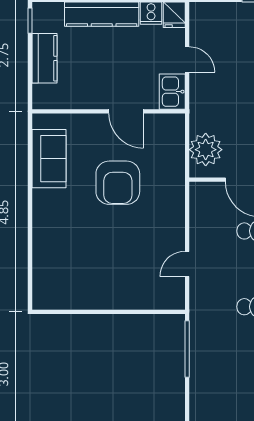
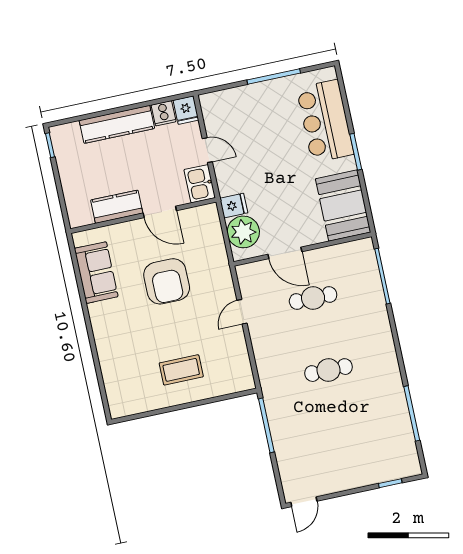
kitchen counter: (45, 58) -> (117, 207), moved, turned -90
fridge: (202, 121) -> (234, 205), added
door: (187, 264) -> (242, 312), moved
coffee table: (113, 275) -> (181, 370), added

